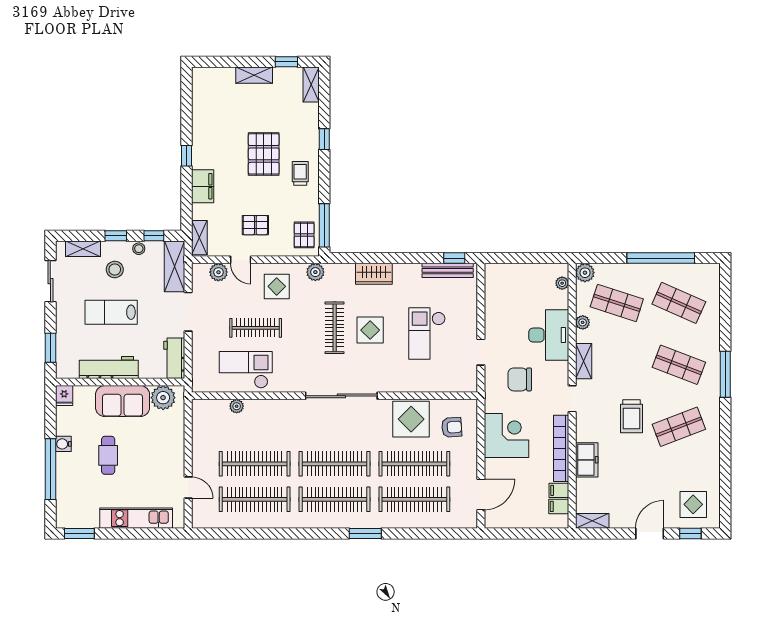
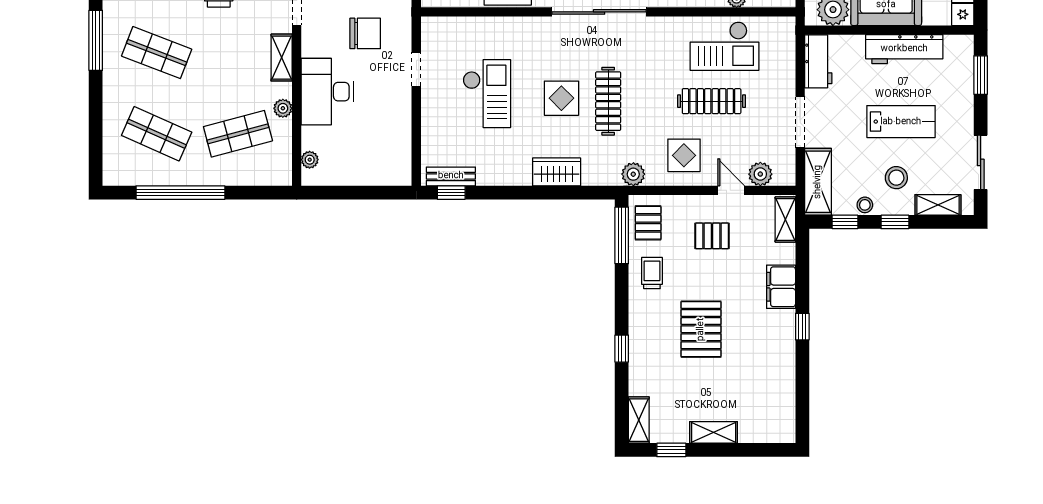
trolley: (300, 173) -> (652, 273), moved, turned 180
bench: (448, 270) -> (451, 176), width x0.73
plant: (585, 273) -> (280, 173), removed
shop shelf: (617, 303) -> (238, 134), turned -33

